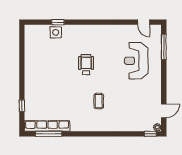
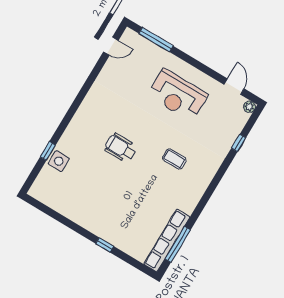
reception desk: (136, 61) -> (177, 95), moved
window: (22, 106) -> (105, 245), moved
window: (150, 134) -> (239, 143), moved

